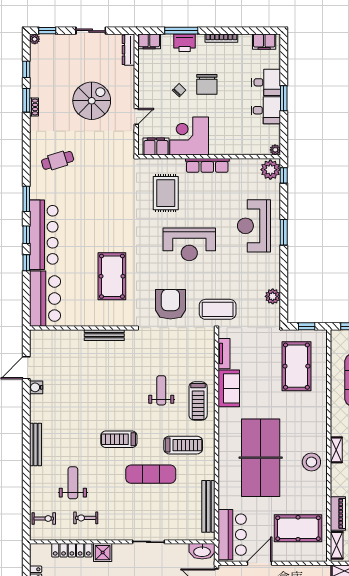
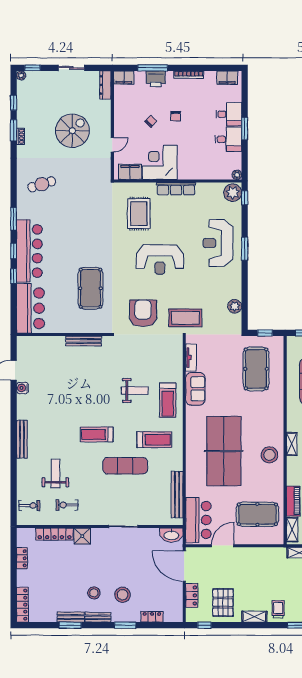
chair: (207, 84) -> (176, 116), width x0.54, depth x0.54
weight bench: (161, 390) -> (135, 391), turned 90

